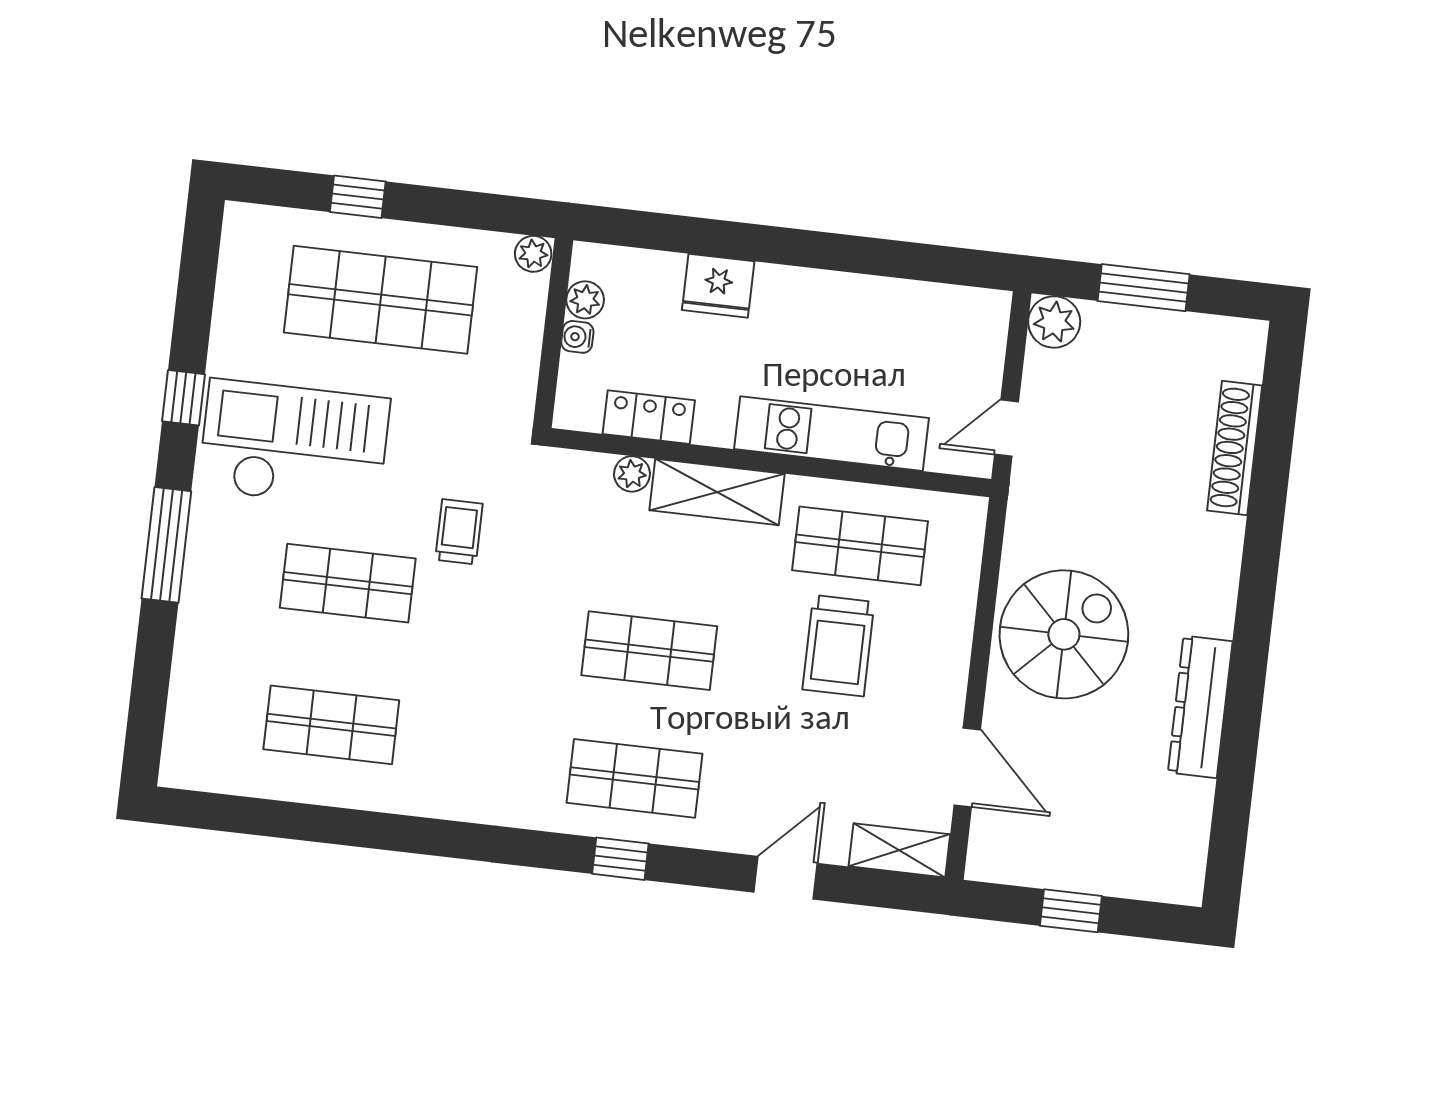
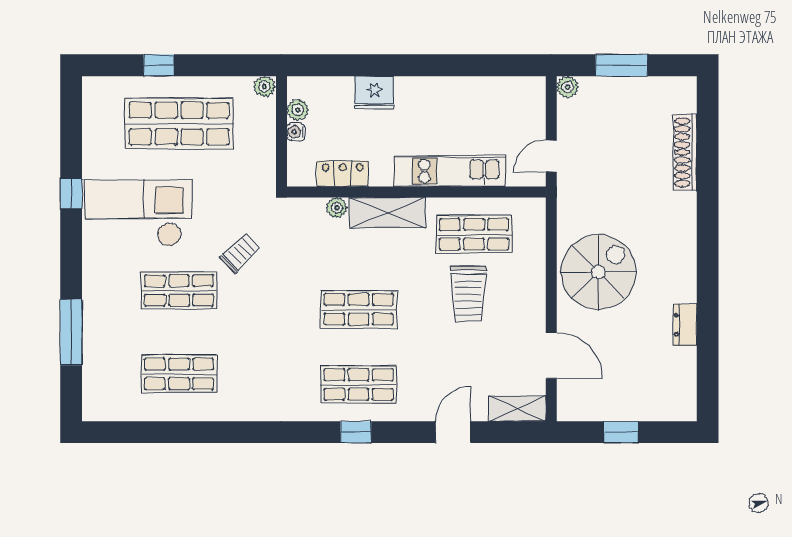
plant: (1054, 322) -> (568, 87), width x0.73, depth x0.73
trolley: (459, 532) -> (240, 253), turned 46
window: (166, 545) -> (71, 332), moved
dresser: (1200, 707) -> (685, 325), width x0.51, depth x0.80

